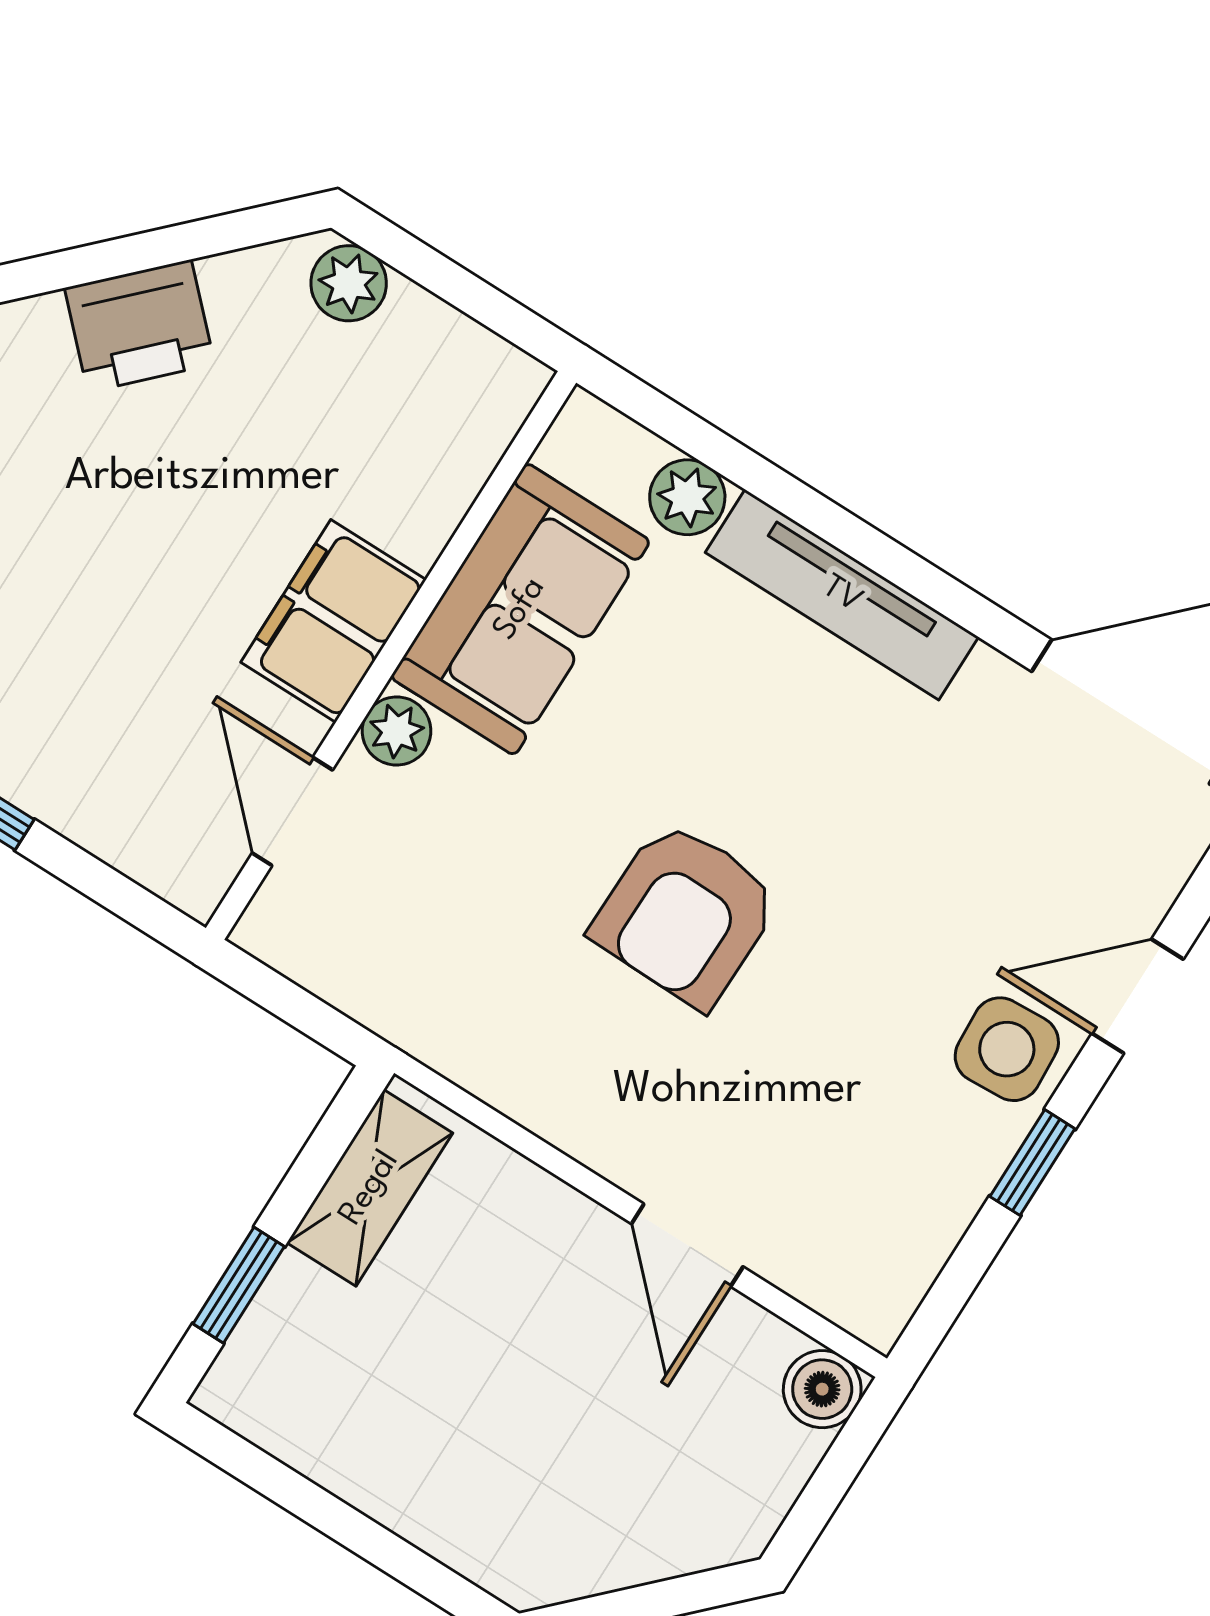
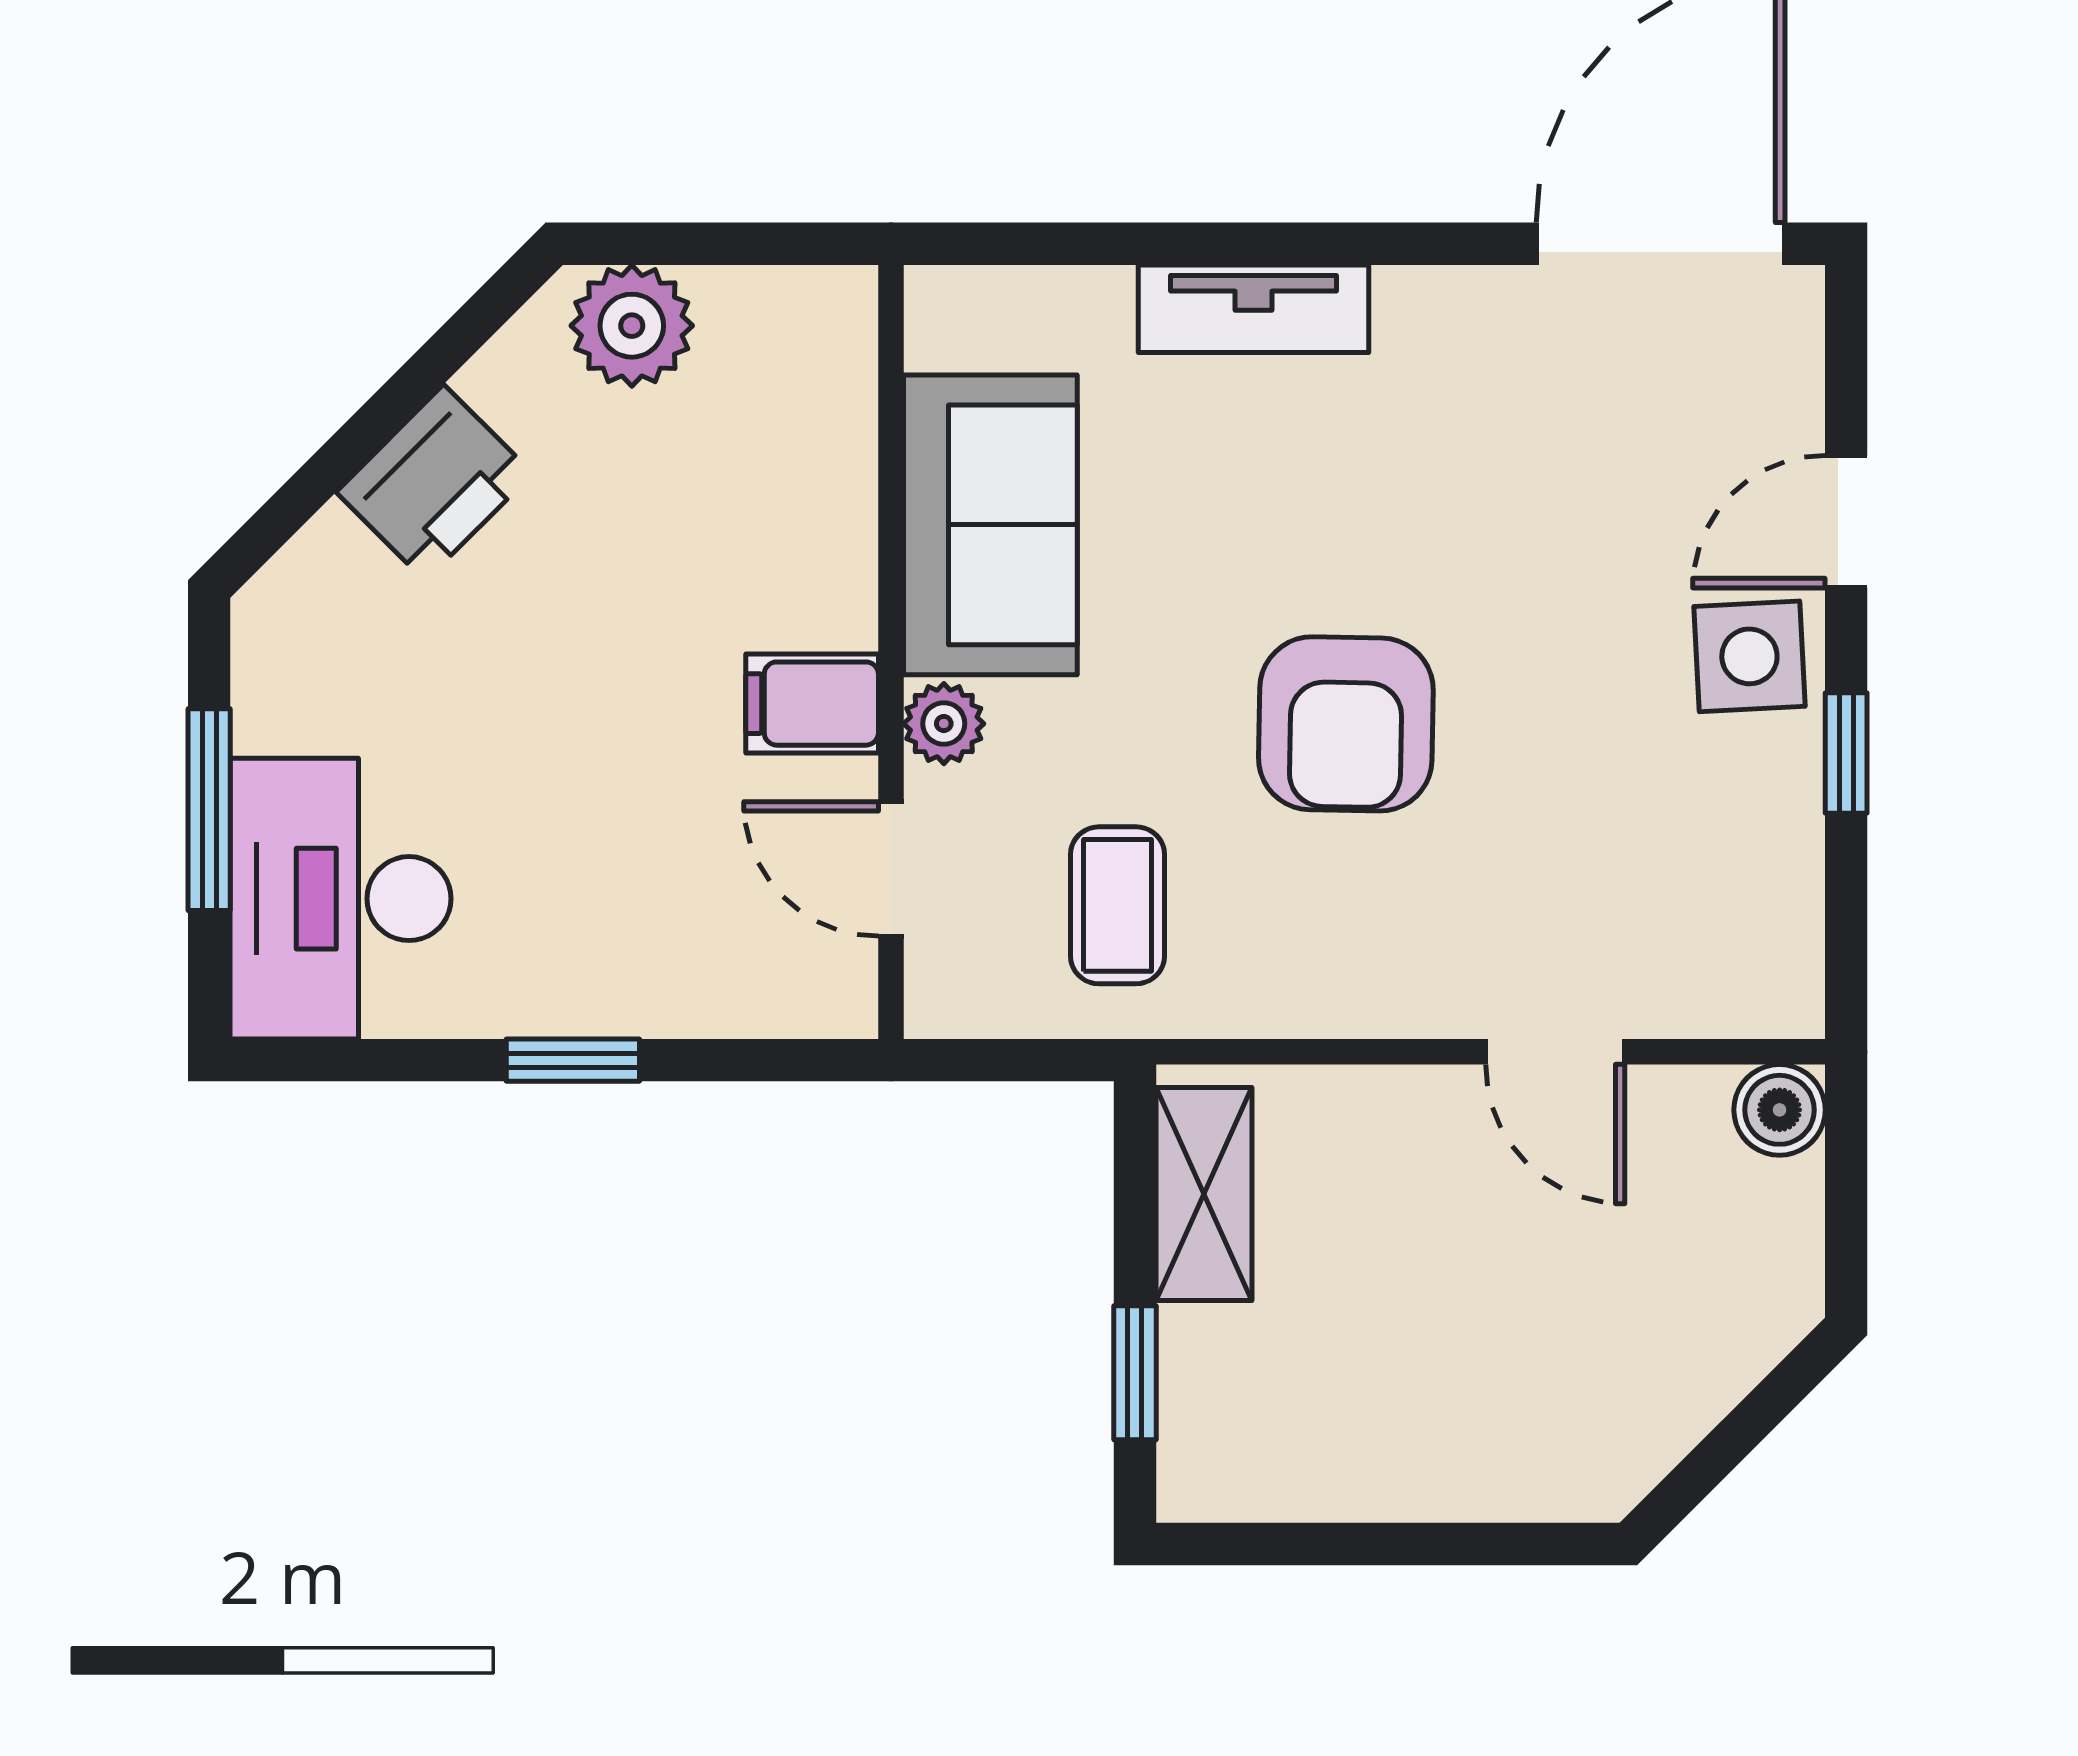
plant: (349, 283) -> (632, 326), width x1.38, depth x1.38
plant: (687, 497) -> (1086, 309), removed
tv unit: (842, 595) -> (1253, 309), width x0.71
filing cabinet: (333, 621) -> (812, 704), width x0.50
coffee table: (439, 941) -> (1117, 905), added

